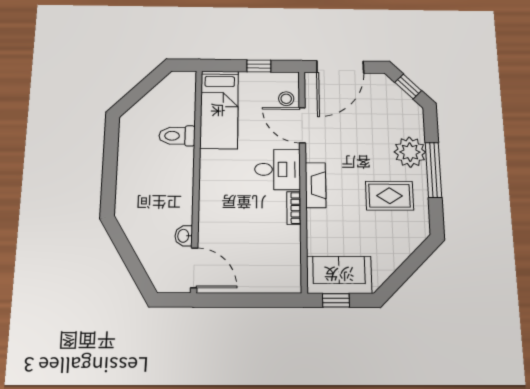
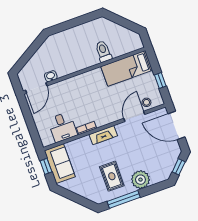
desk: (278, 169) -> (62, 127), moved
window: (433, 170) -> (124, 199), moved

